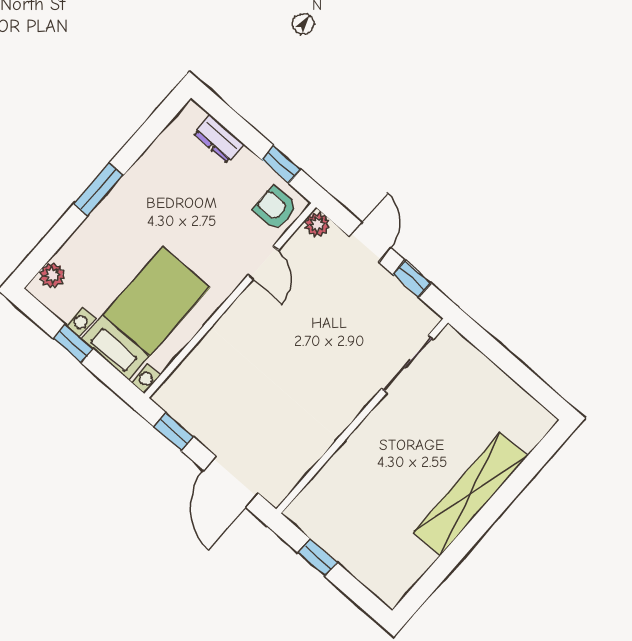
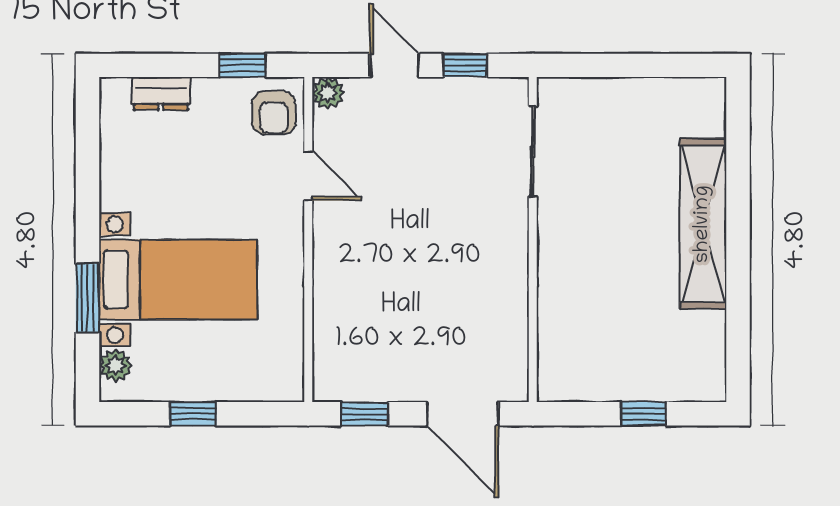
window: (99, 189) -> (88, 298), moved
armchair: (275, 208) -> (274, 113), turned -90
bed with nightstands: (146, 313) -> (178, 280), moved, turned 90
window: (318, 558) -> (644, 414), moved

